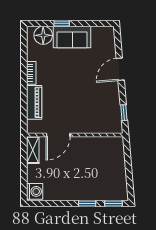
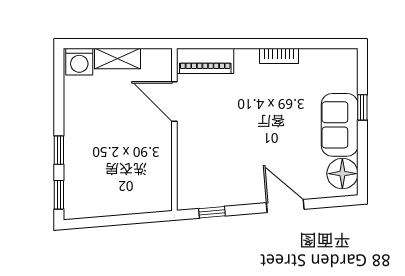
floor lamp: (43, 35) -> (342, 174), moved
piano: (34, 102) -> (205, 61), moved
shelving: (33, 150) -> (118, 59), moved

